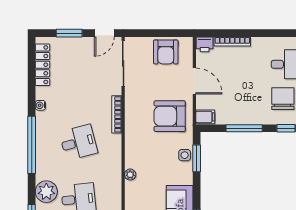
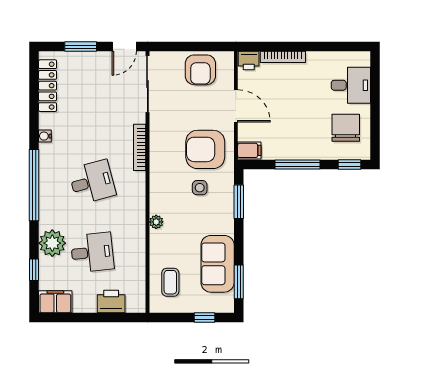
side table: (185, 155) -> (200, 188), moved

